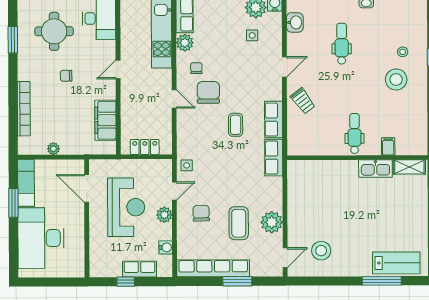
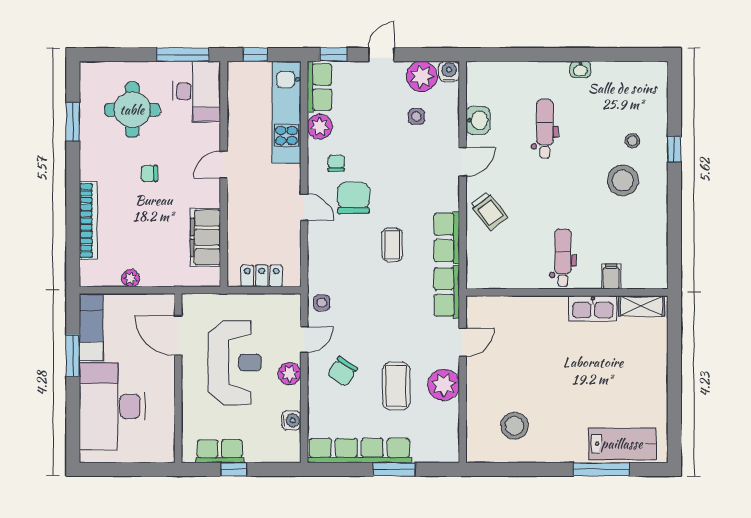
washbasin: (295, 22) -> (478, 120), moved
chair: (201, 213) -> (342, 371), turned -145
door: (285, 258) -> (463, 342), moved
row of seats: (140, 269) -> (220, 451), moved

